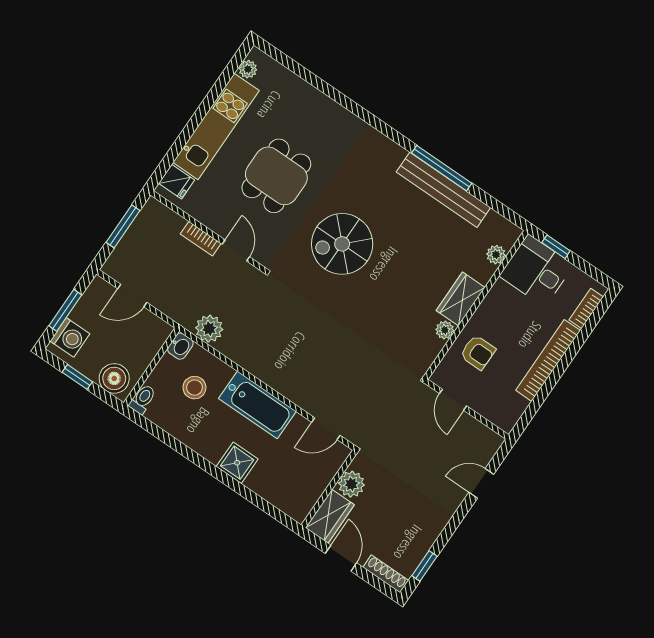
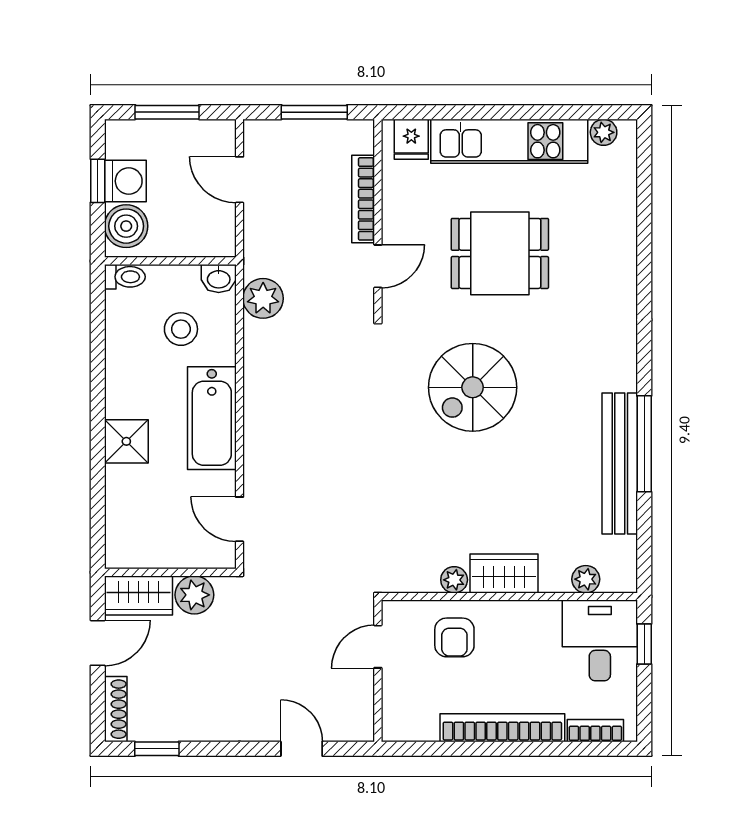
bookcase: (201, 239) -> (363, 199), width x1.56
spiral stairs: (342, 244) -> (473, 387), turned -90
washing machine: (70, 337) -> (125, 181), moved, turned -90

